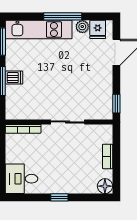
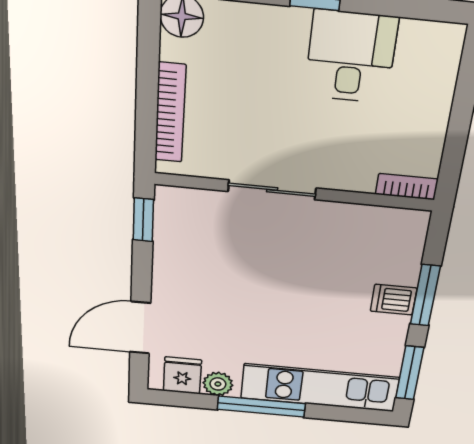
bookcase: (23, 129) -> (407, 187), width x0.64
bookcase: (108, 156) -> (170, 113), width x1.56
desk: (22, 179) -> (351, 57), moved, turned -90

